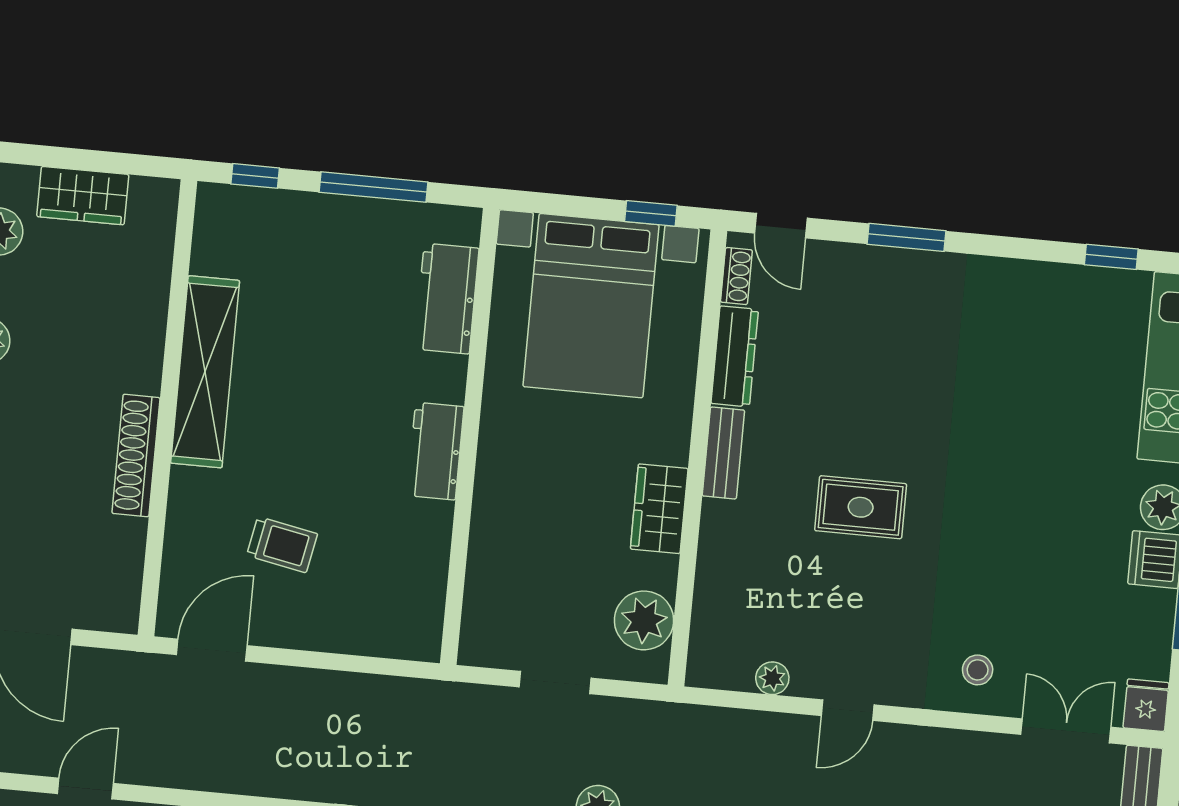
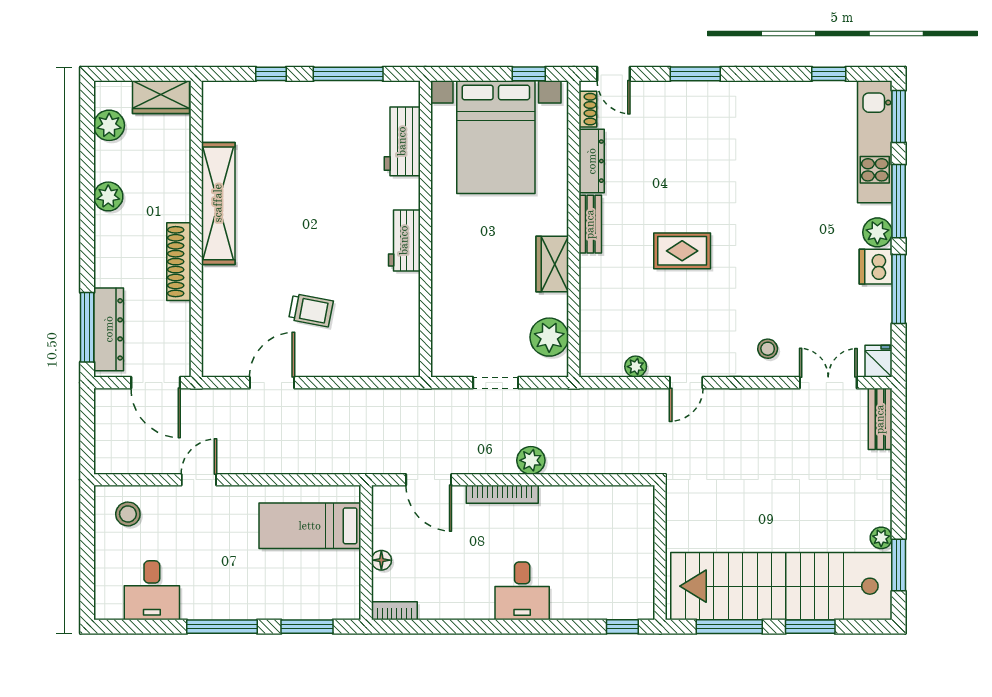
shelving: (205, 372) -> (218, 203), moved
wall: (167, 408) -> (196, 229), moved
shoe rack: (136, 456) -> (179, 262), moved

